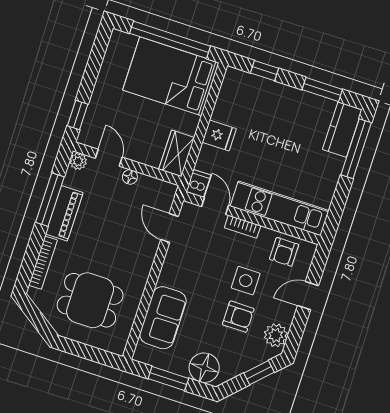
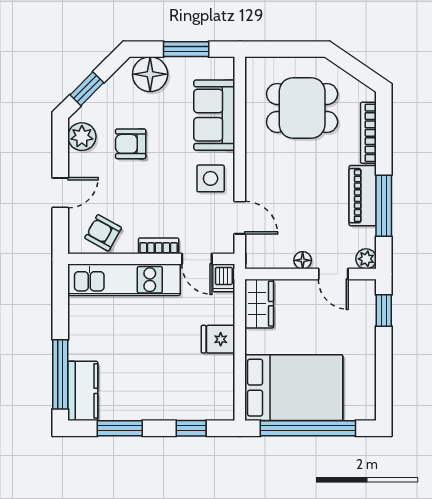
armchair: (284, 252) -> (103, 233), turned -61
side table: (246, 281) -> (211, 178), moved

